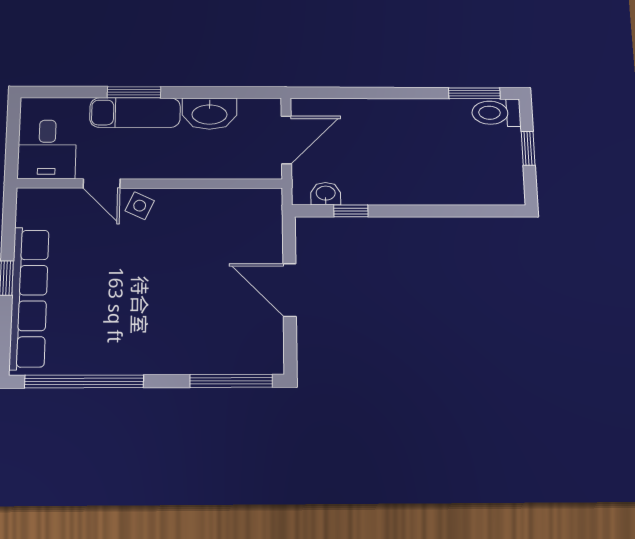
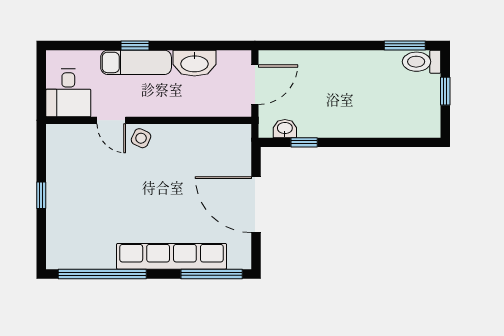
window: (134, 92) -> (135, 45), width x0.67
door: (290, 290) -> (256, 205), width x1.36
row of seats: (29, 298) -> (172, 256), moved, turned -90

